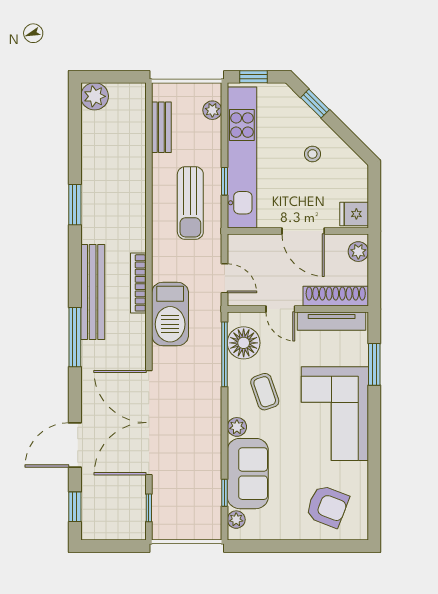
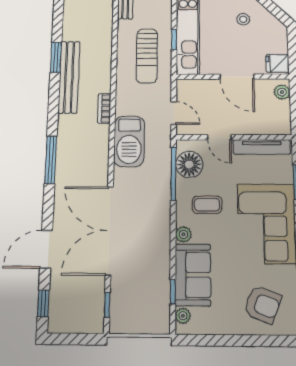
bookcase: (138, 283) -> (104, 108), width x0.64
bench: (93, 292) -> (69, 77), moved
shoe rack: (336, 296) -> (265, 127), removed
coffee table: (265, 392) -> (207, 205), turned -71

